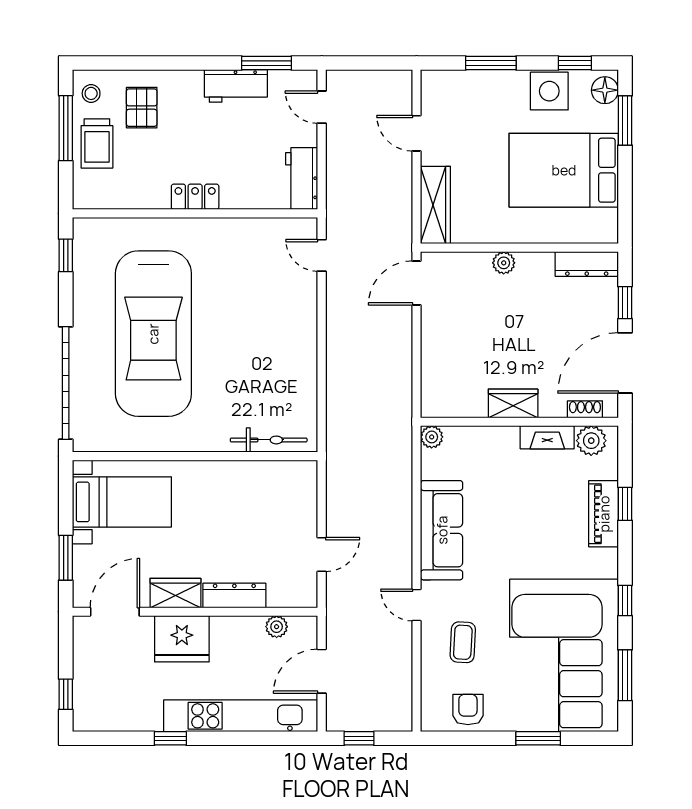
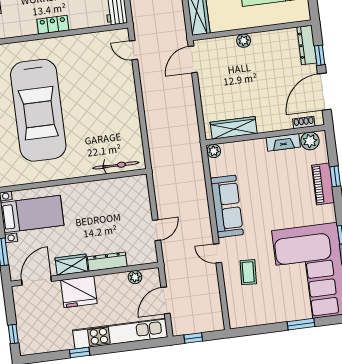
dresser: (587, 264) -> (307, 45), moved, turned 90
wardrobe: (513, 403) -> (234, 128), moved, width x1.50
armchair: (468, 710) -> (257, 312), removed

